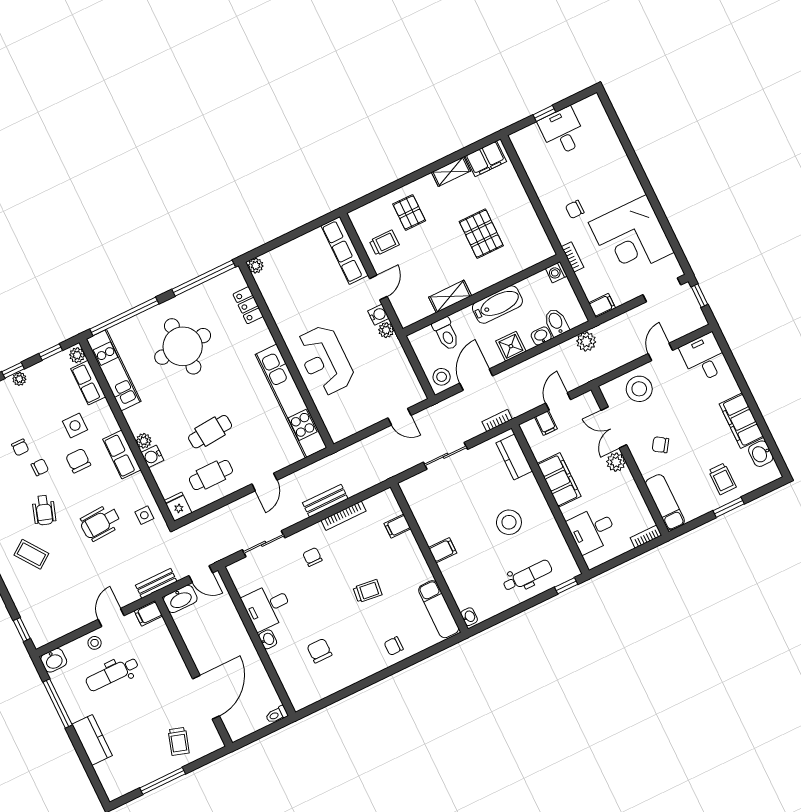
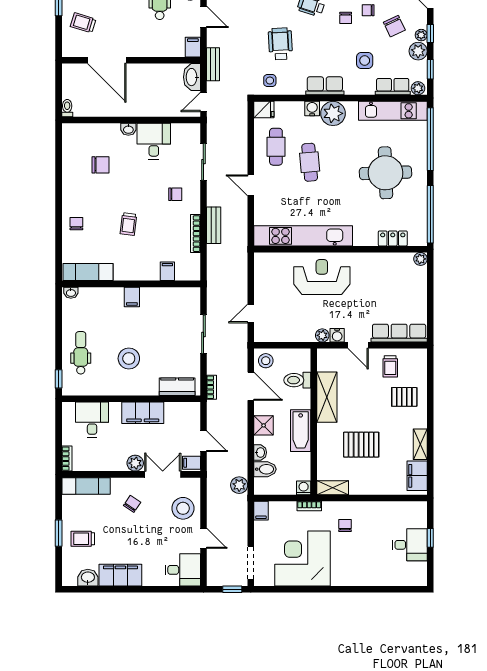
shelving: (541, 242) -> (333, 488), added
shelving: (450, 296) -> (327, 397), width x1.50, depth x1.33
plant: (38, 374) -> (418, 51), added
filing cabinet: (546, 423) -> (191, 463), moved
plant: (144, 441) -> (333, 113), width x1.88, depth x1.88
chair: (78, 461) -> (394, 26), moved, turned 65
dental chair: (527, 576) -> (81, 353), turned 180

